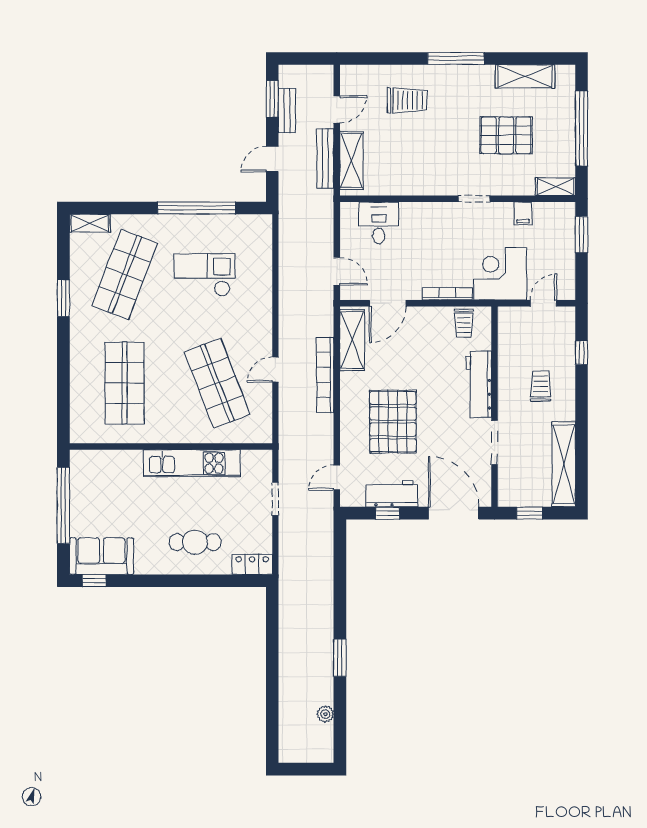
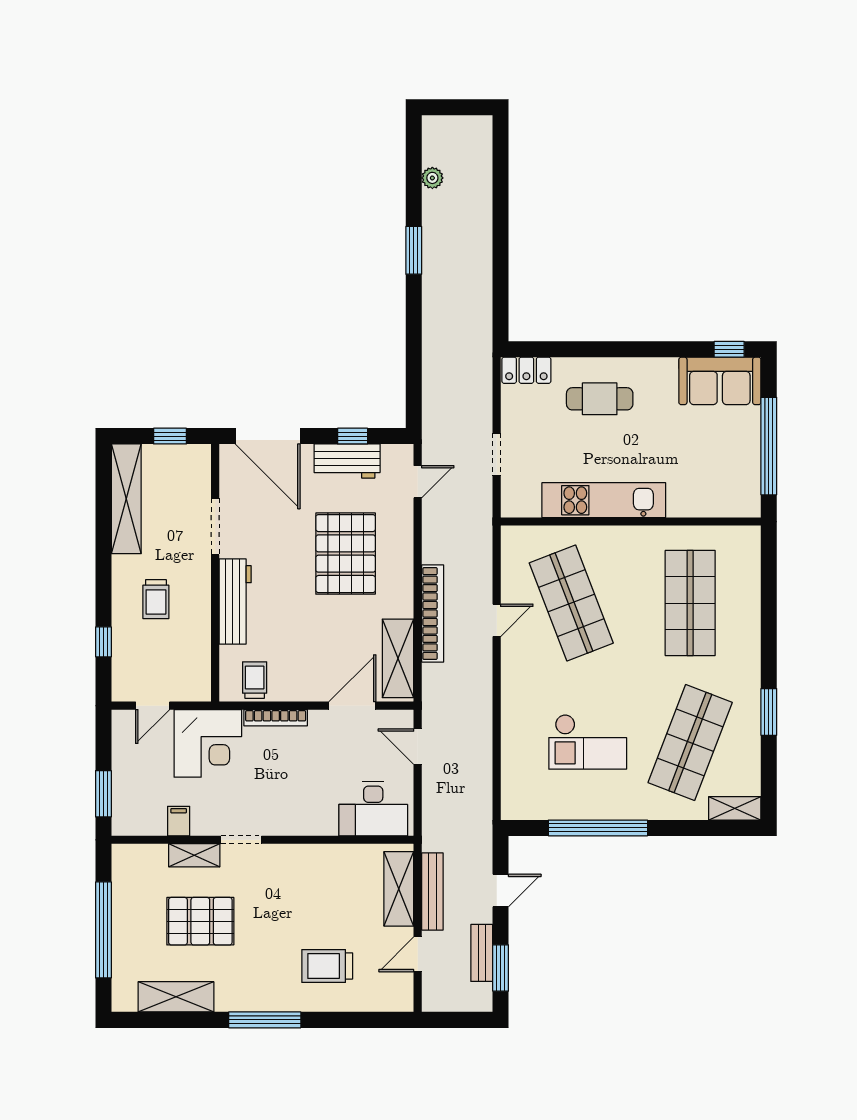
shelving: (555, 187) -> (194, 855), moved
desk: (379, 223) -> (373, 809), width x1.37

